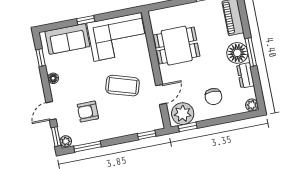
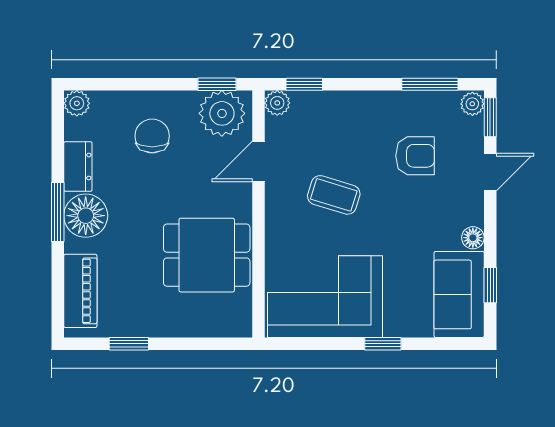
sofa: (67, 39) -> (459, 294), moved, turned -90
coffee table: (123, 86) -> (334, 195), width x0.73, depth x0.77
plant: (158, 124) -> (277, 103), added

